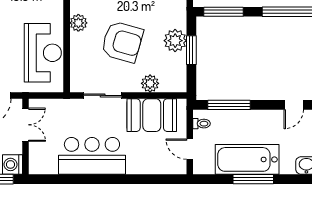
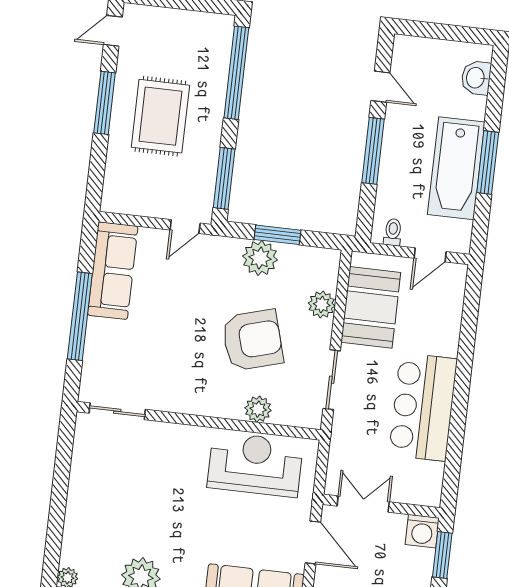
plant: (78, 23) -> (258, 409), moved
armchair: (122, 42) -> (252, 340), turned 58
window: (229, 105) -> (373, 151), moved

